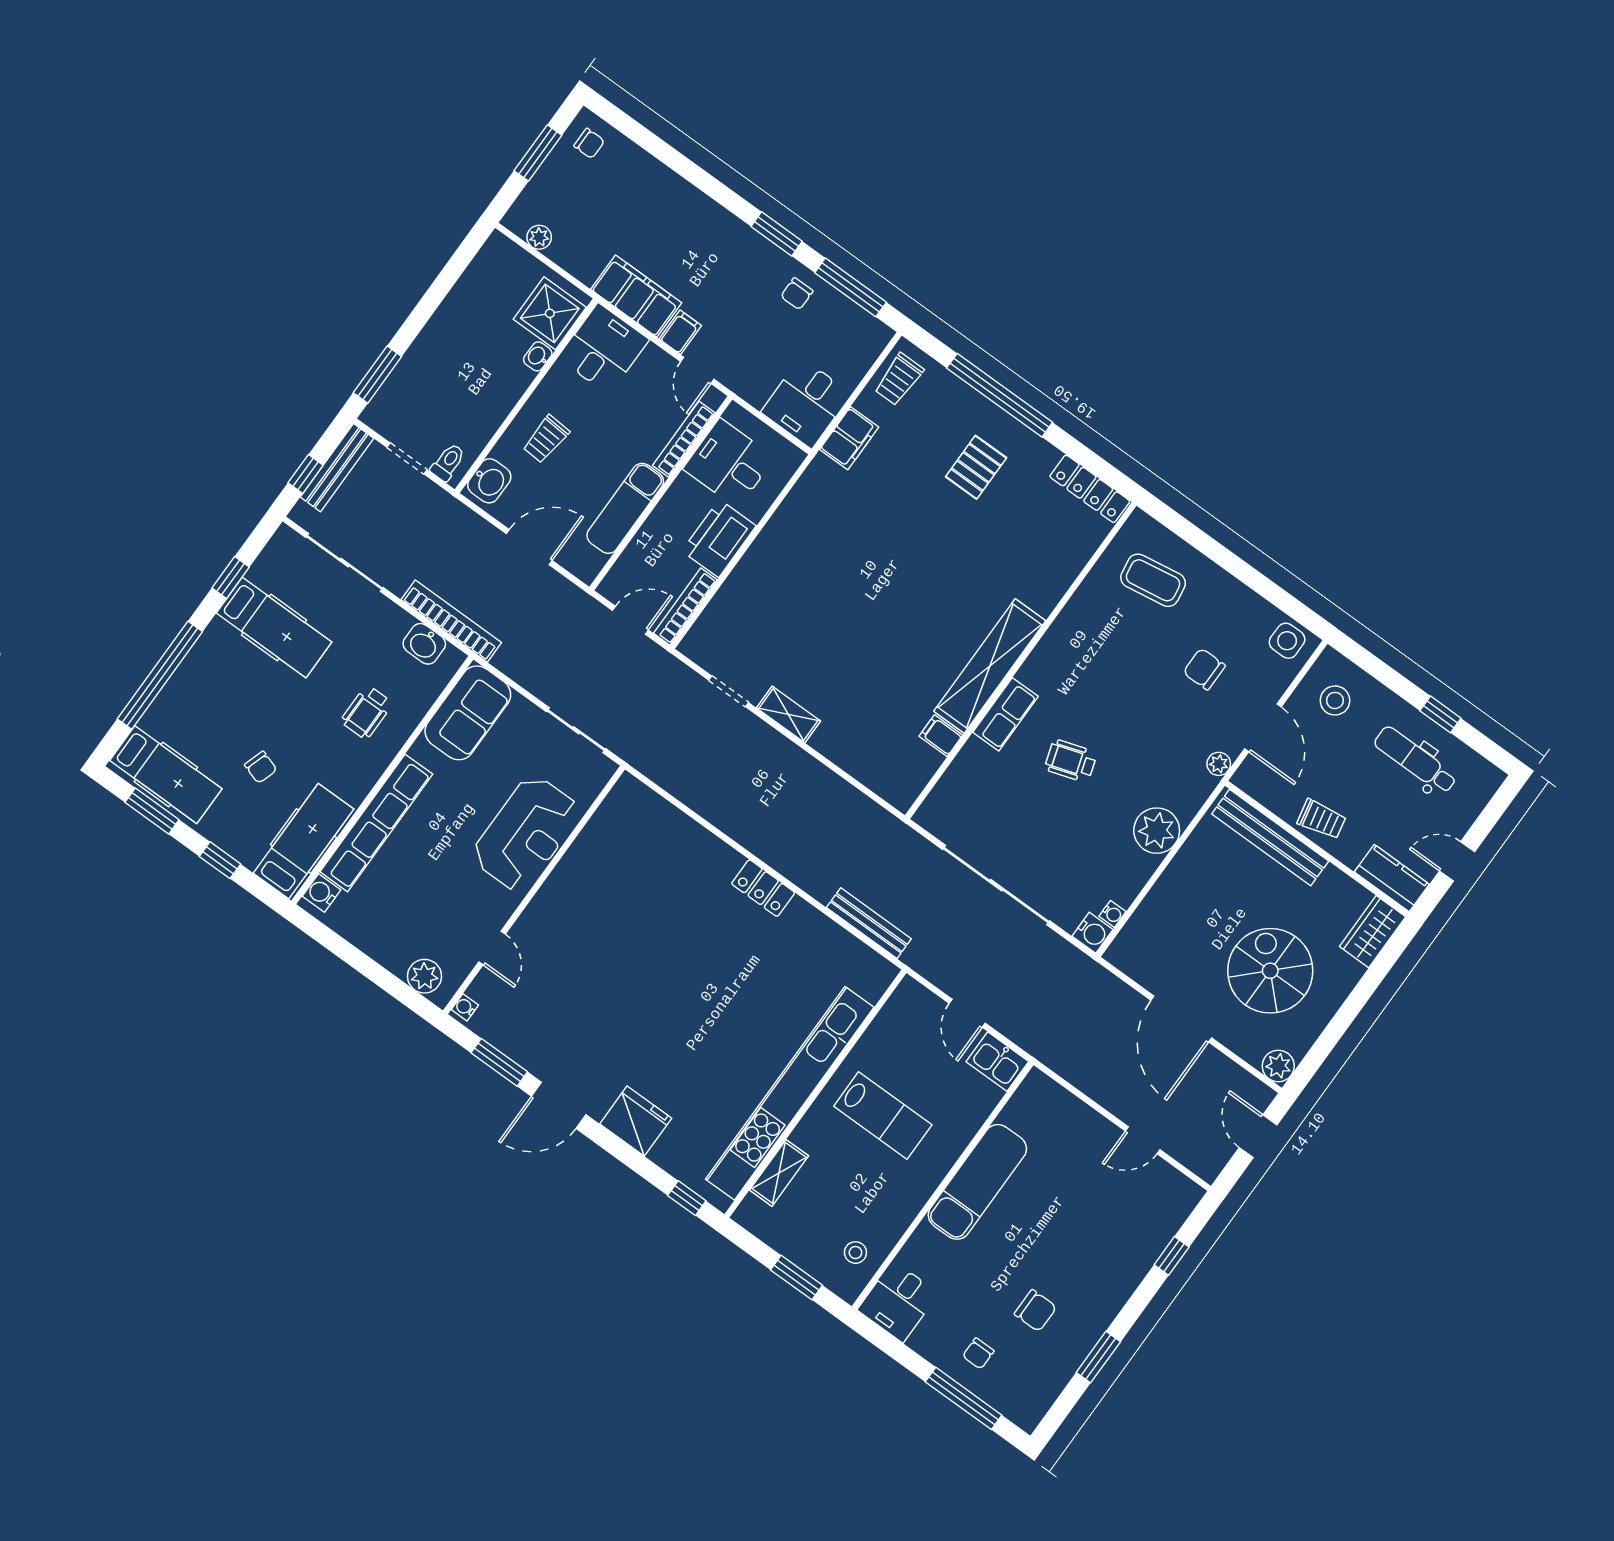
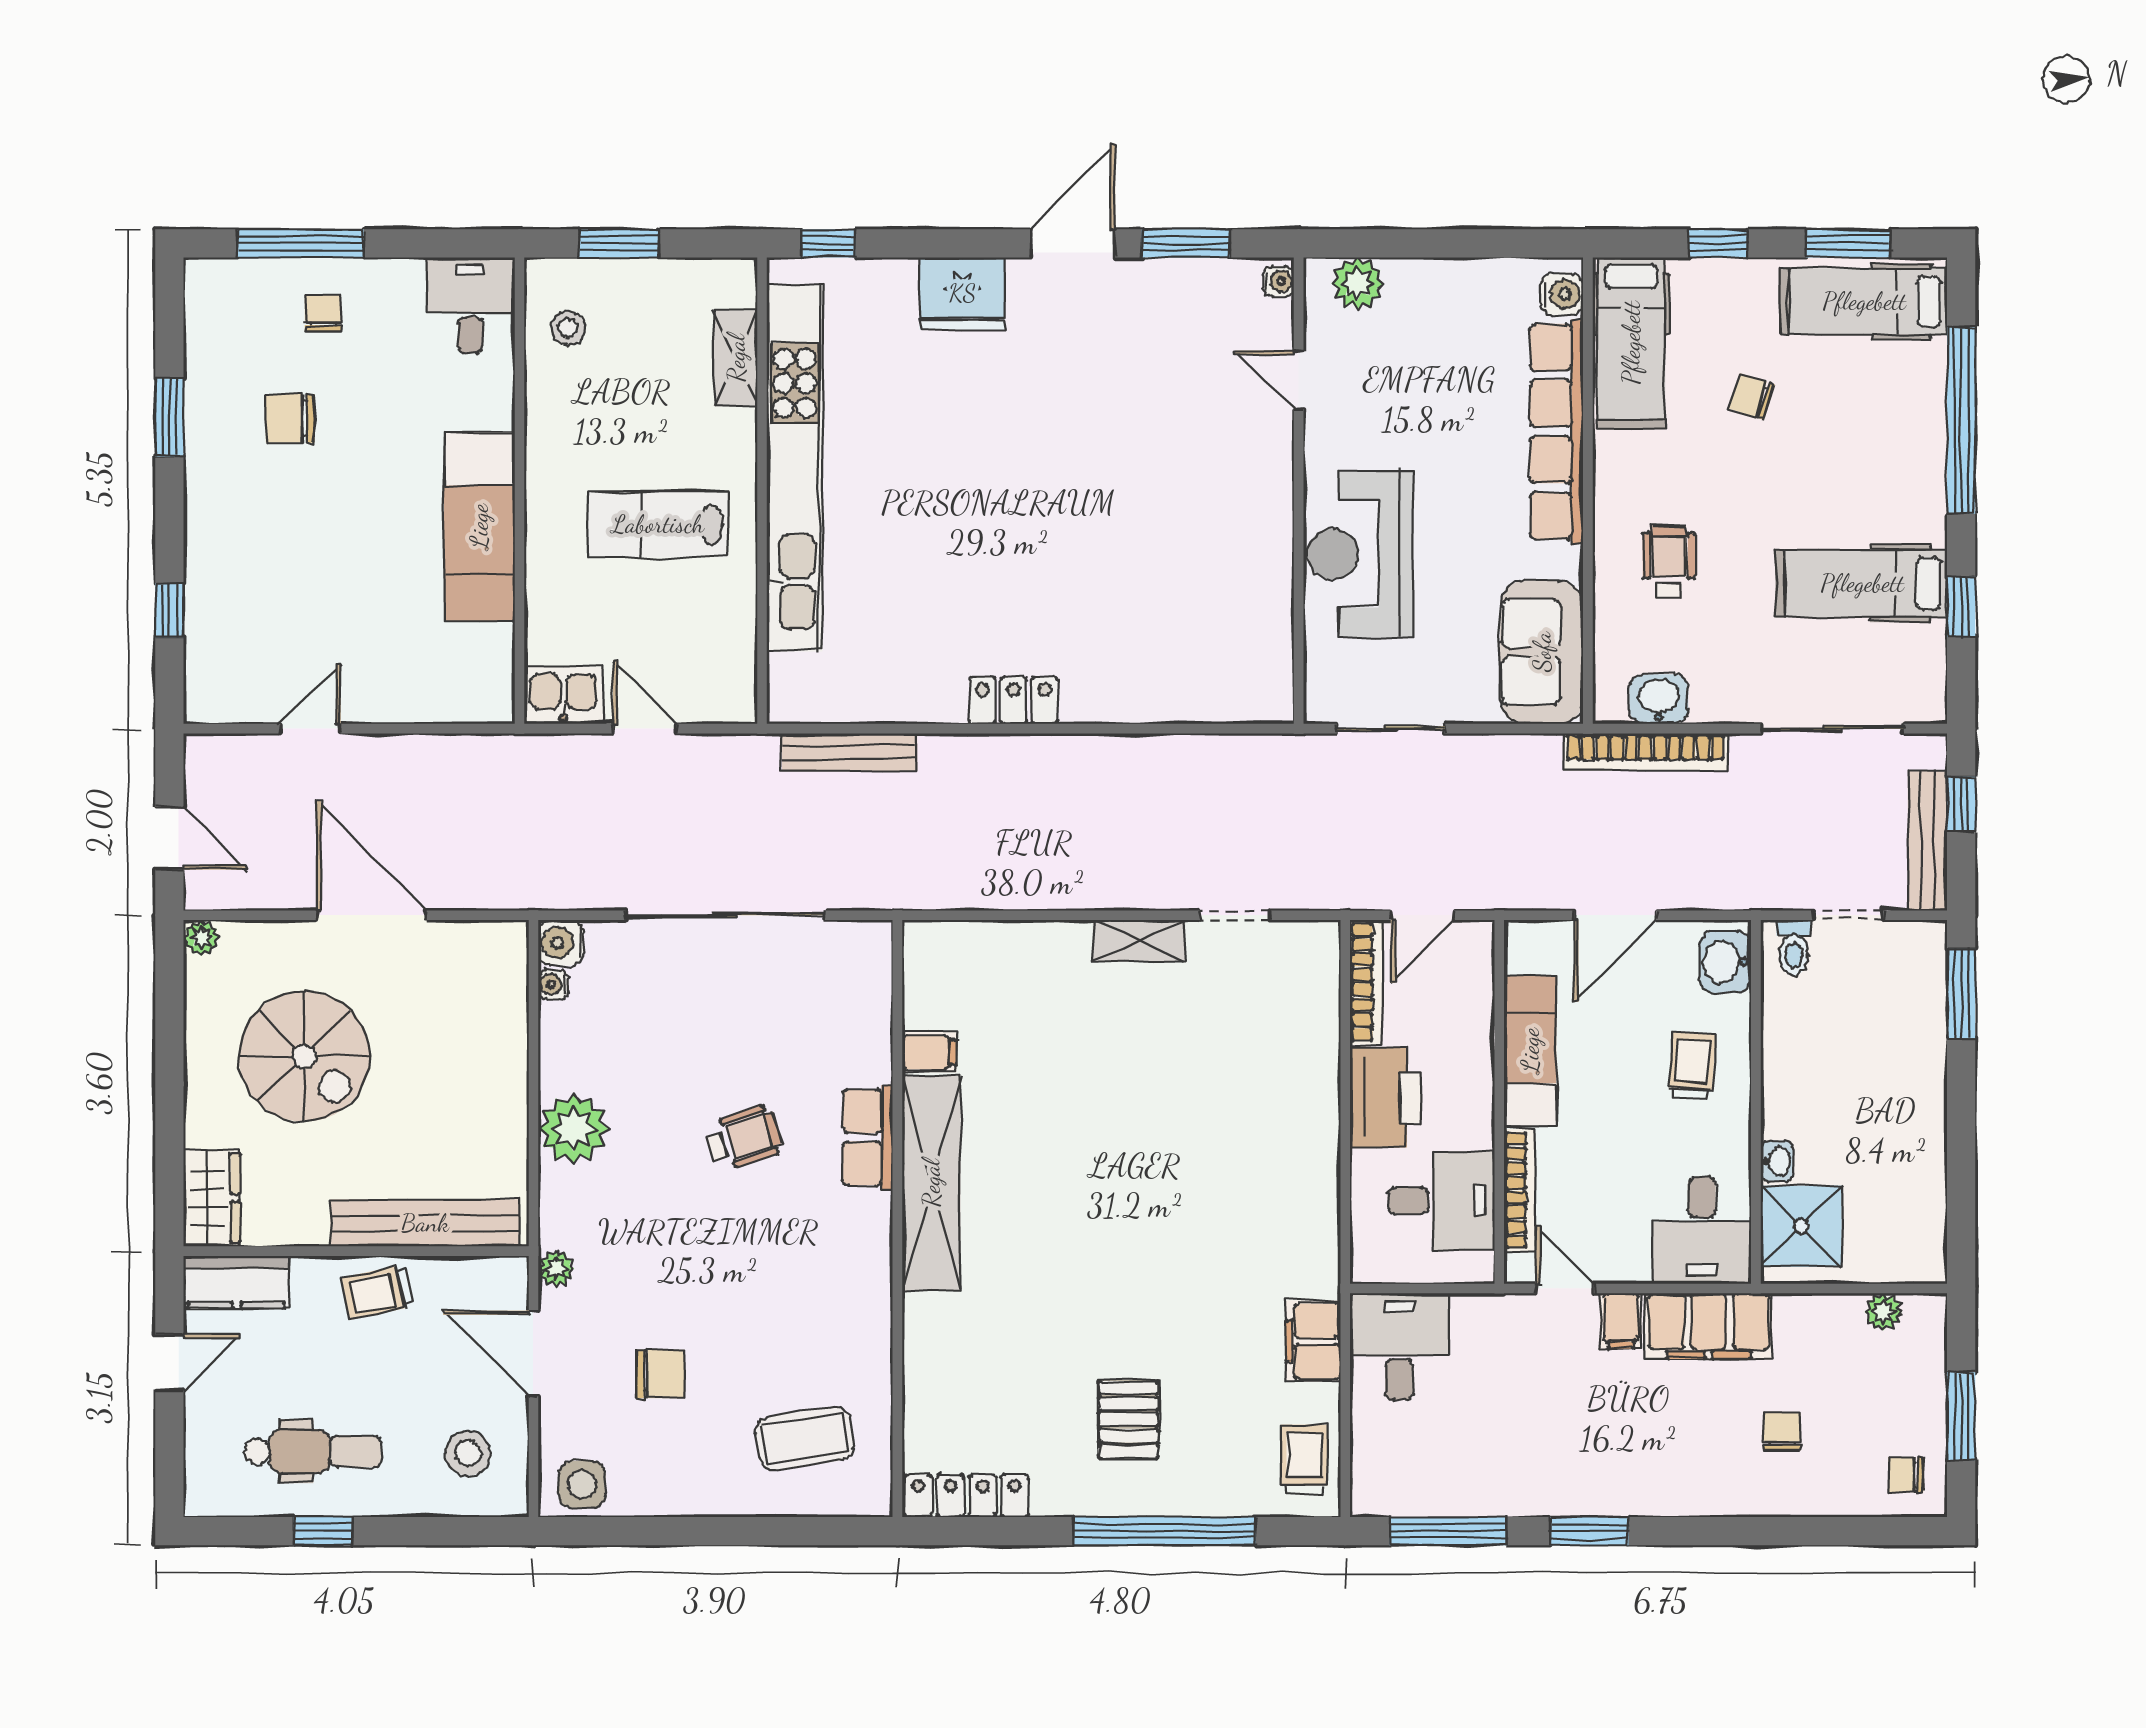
chair: (797, 294) -> (1782, 1432), moved
plant: (1278, 1066) -> (201, 938), width x0.73, depth x0.73

